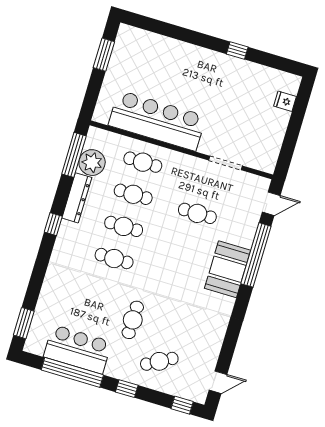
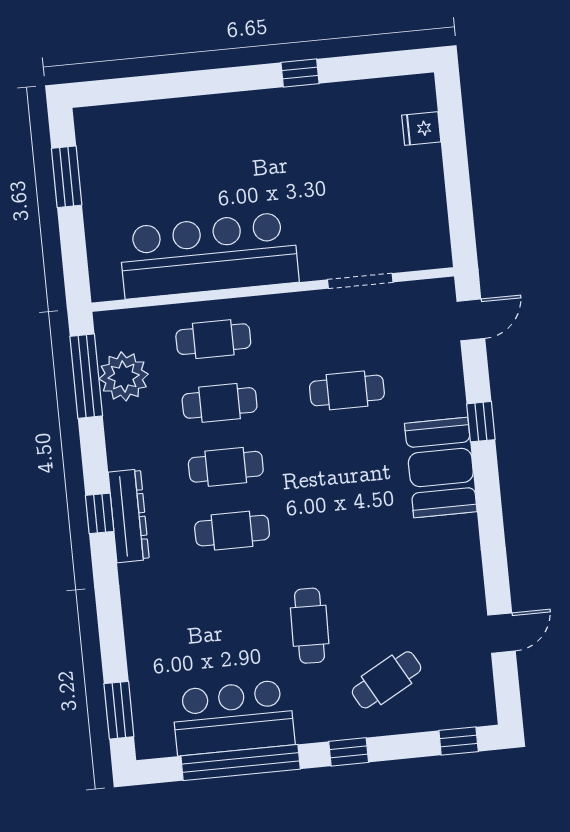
dresser: (77, 198) -> (129, 516), moved
window: (256, 255) -> (481, 422), width x0.32
door: (218, 382) -> (502, 633), moved

